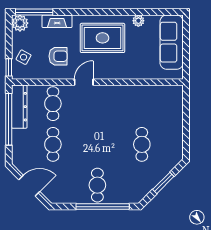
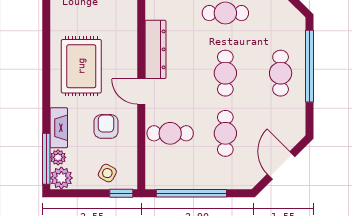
plant: (138, 21) -> (58, 157), moved
dresser: (19, 107) -> (155, 49), moved, turned 90
cafe table: (53, 144) -> (225, 133), turned 90
cafe table: (97, 144) -> (225, 73), added
cafe table: (97, 185) -> (281, 73), turned 90

